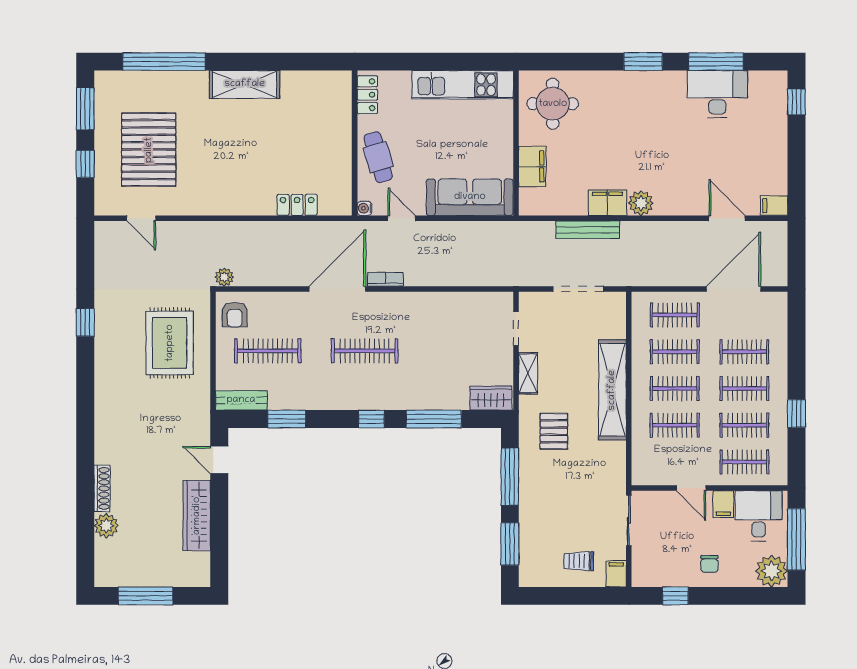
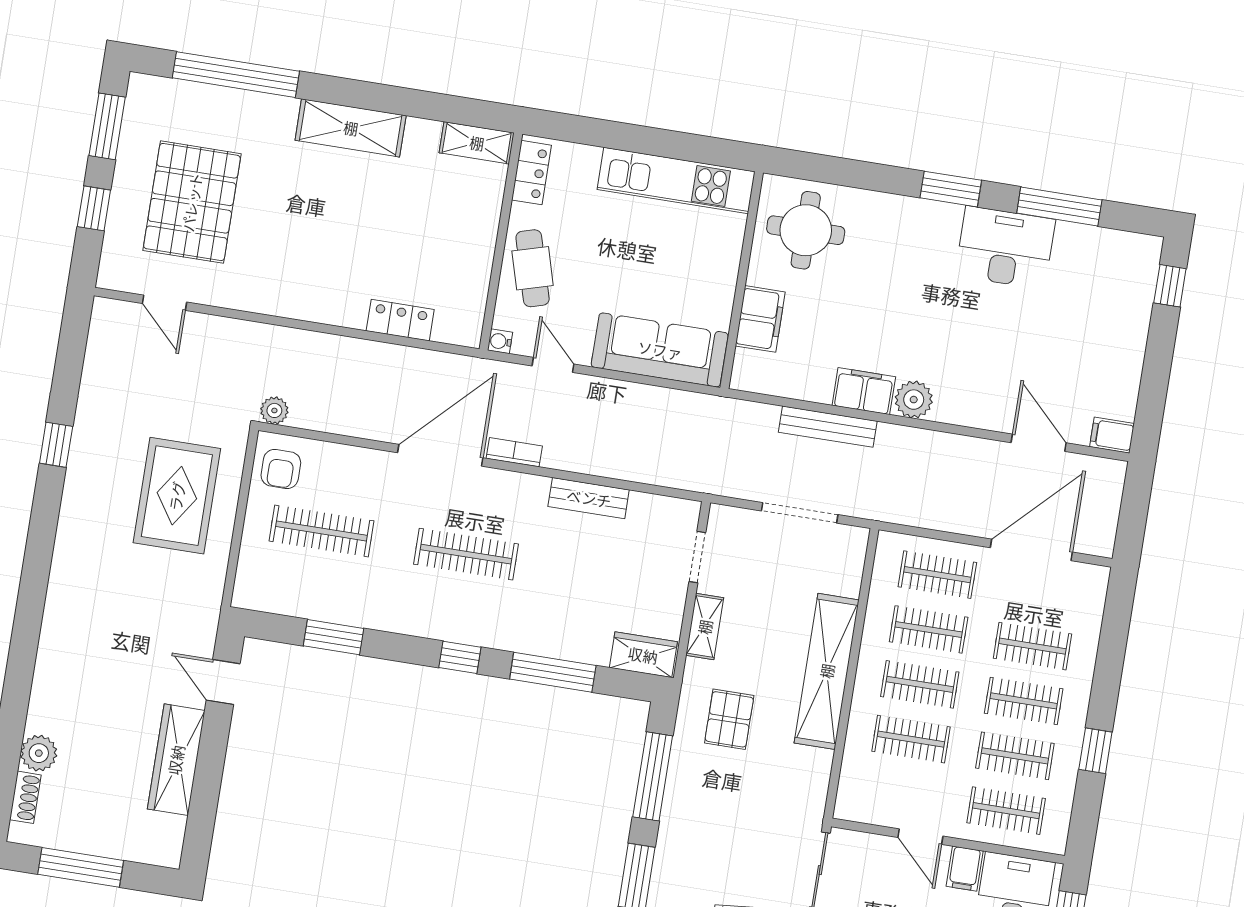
shelving: (329, 81) -> (477, 143), added
desk: (717, 94) -> (1005, 248), moved
bench: (241, 400) -> (589, 498), moved
shoe rack: (102, 488) -> (25, 797), moved, width x0.70

